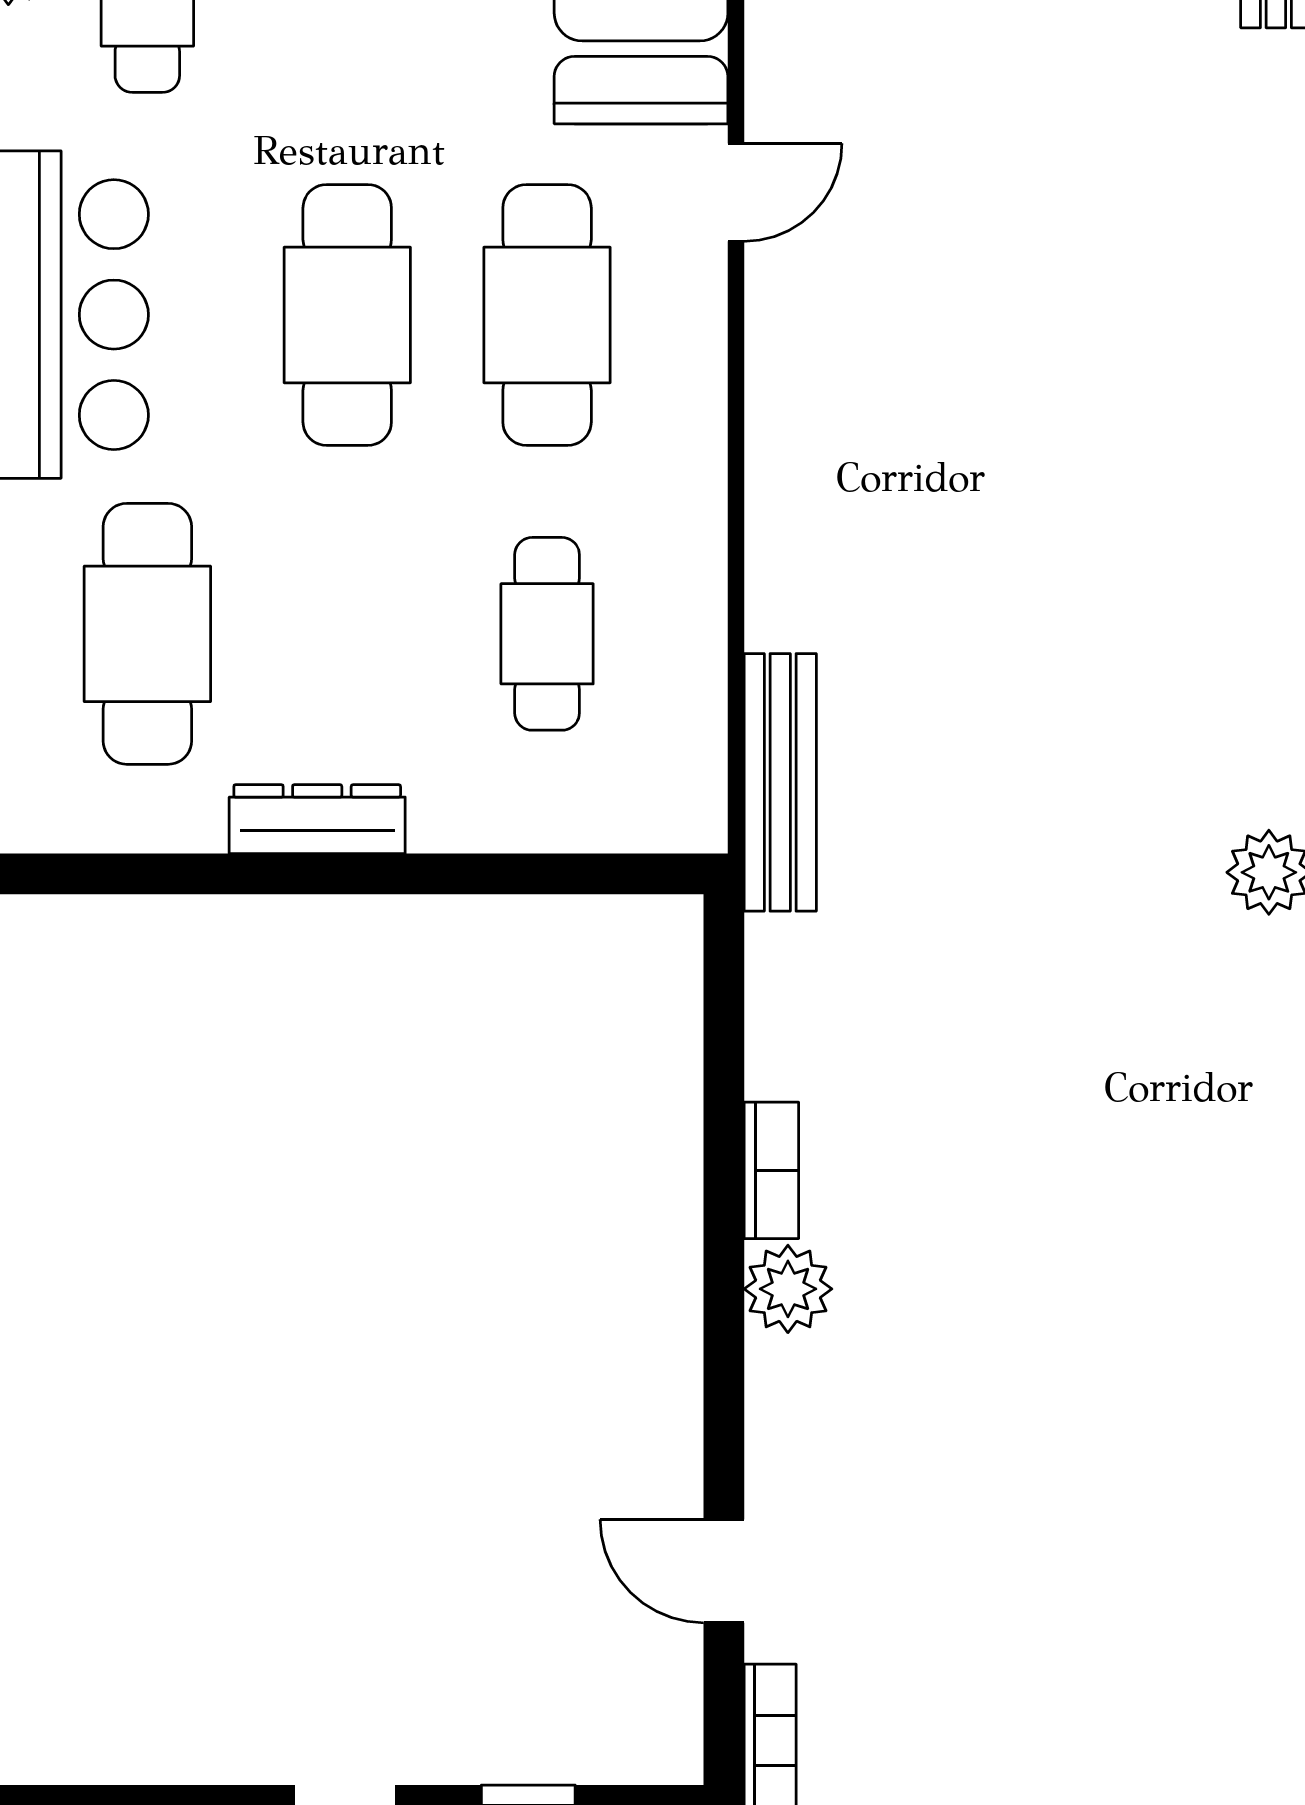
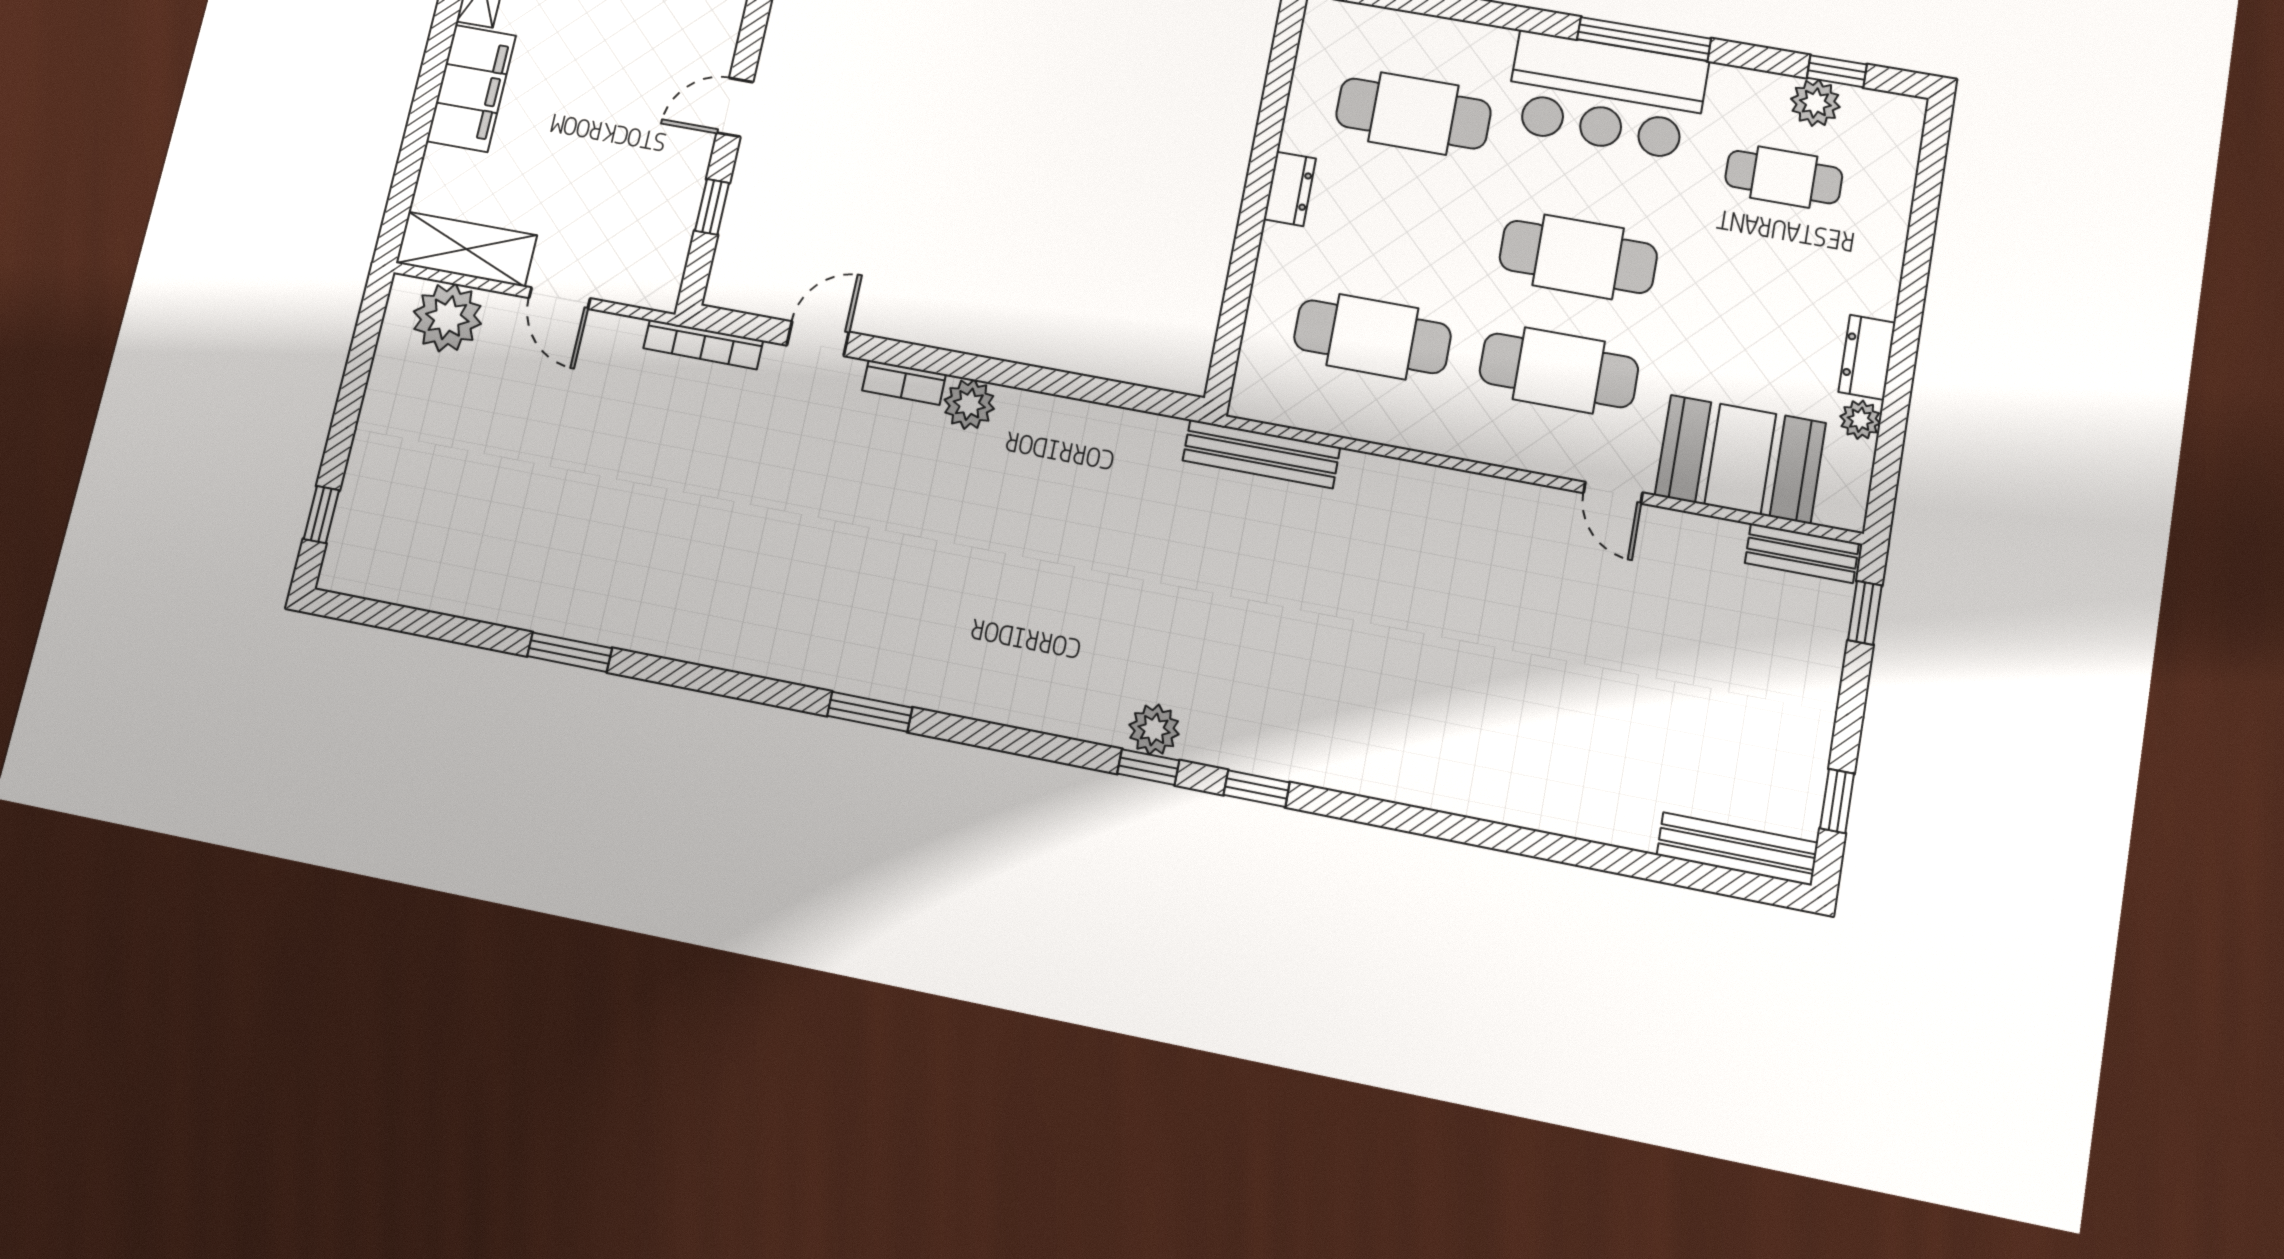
cafe table: (547, 634) -> (1372, 337), width x1.37, depth x1.35
dresser: (317, 819) -> (1290, 189), width x0.70
bookcase: (771, 1170) -> (904, 382), moved

